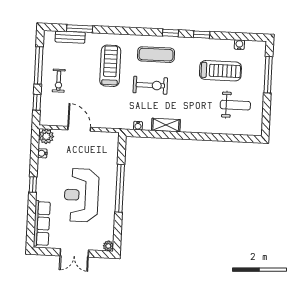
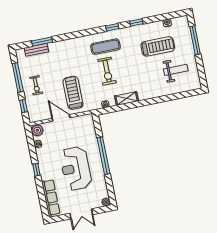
treadmill: (110, 66) -> (73, 93), moved
exercise bike: (150, 85) -> (107, 71), turned 90

